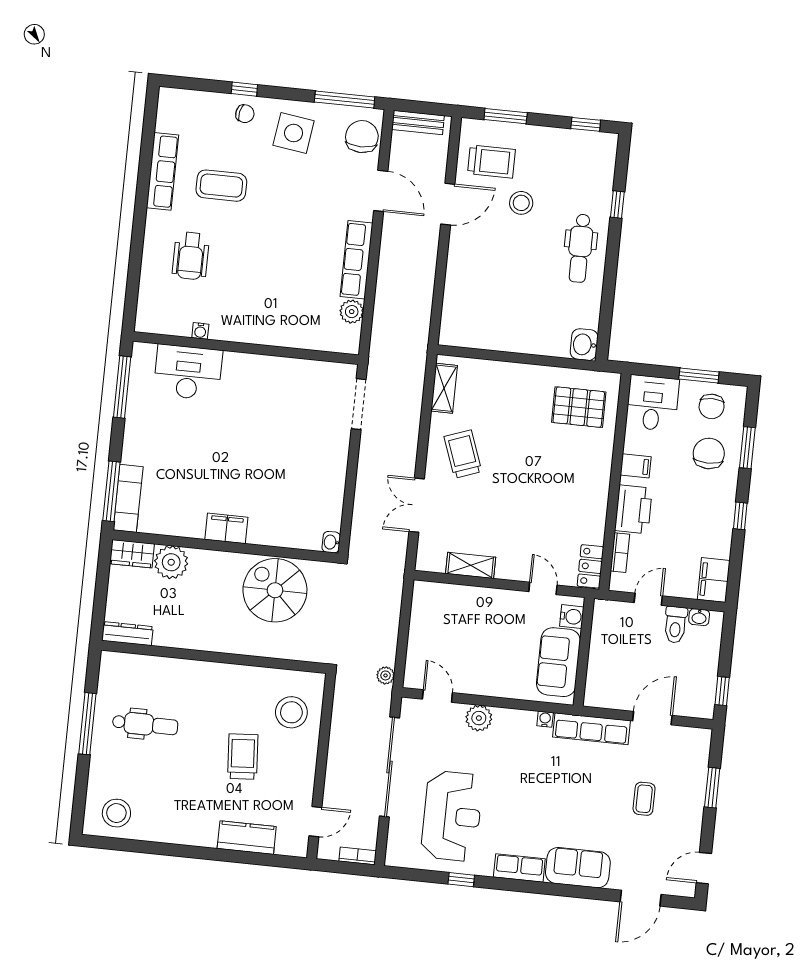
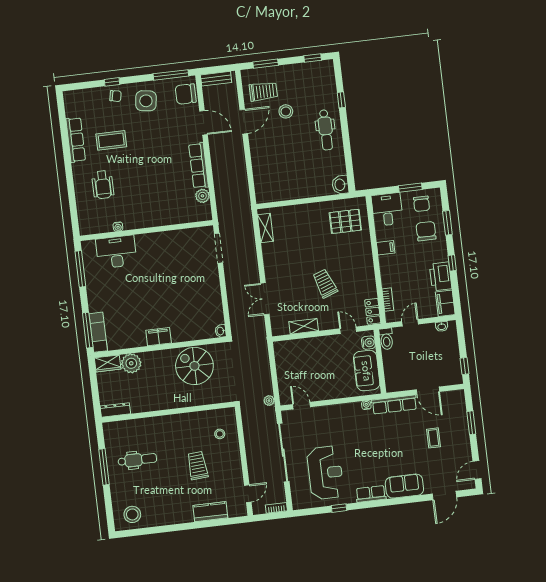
chair: (362, 137) -> (186, 94), turned -90
trolley: (463, 454) -> (325, 283), moved
printer: (633, 509) -> (441, 276), moved, turned 180
toilet: (675, 625) -> (386, 339), moved
stool: (291, 712) -> (220, 434), width x0.53, depth x0.53
plant: (479, 718) -> (328, 413), removed
door: (652, 718) -> (428, 391), swing flipped

